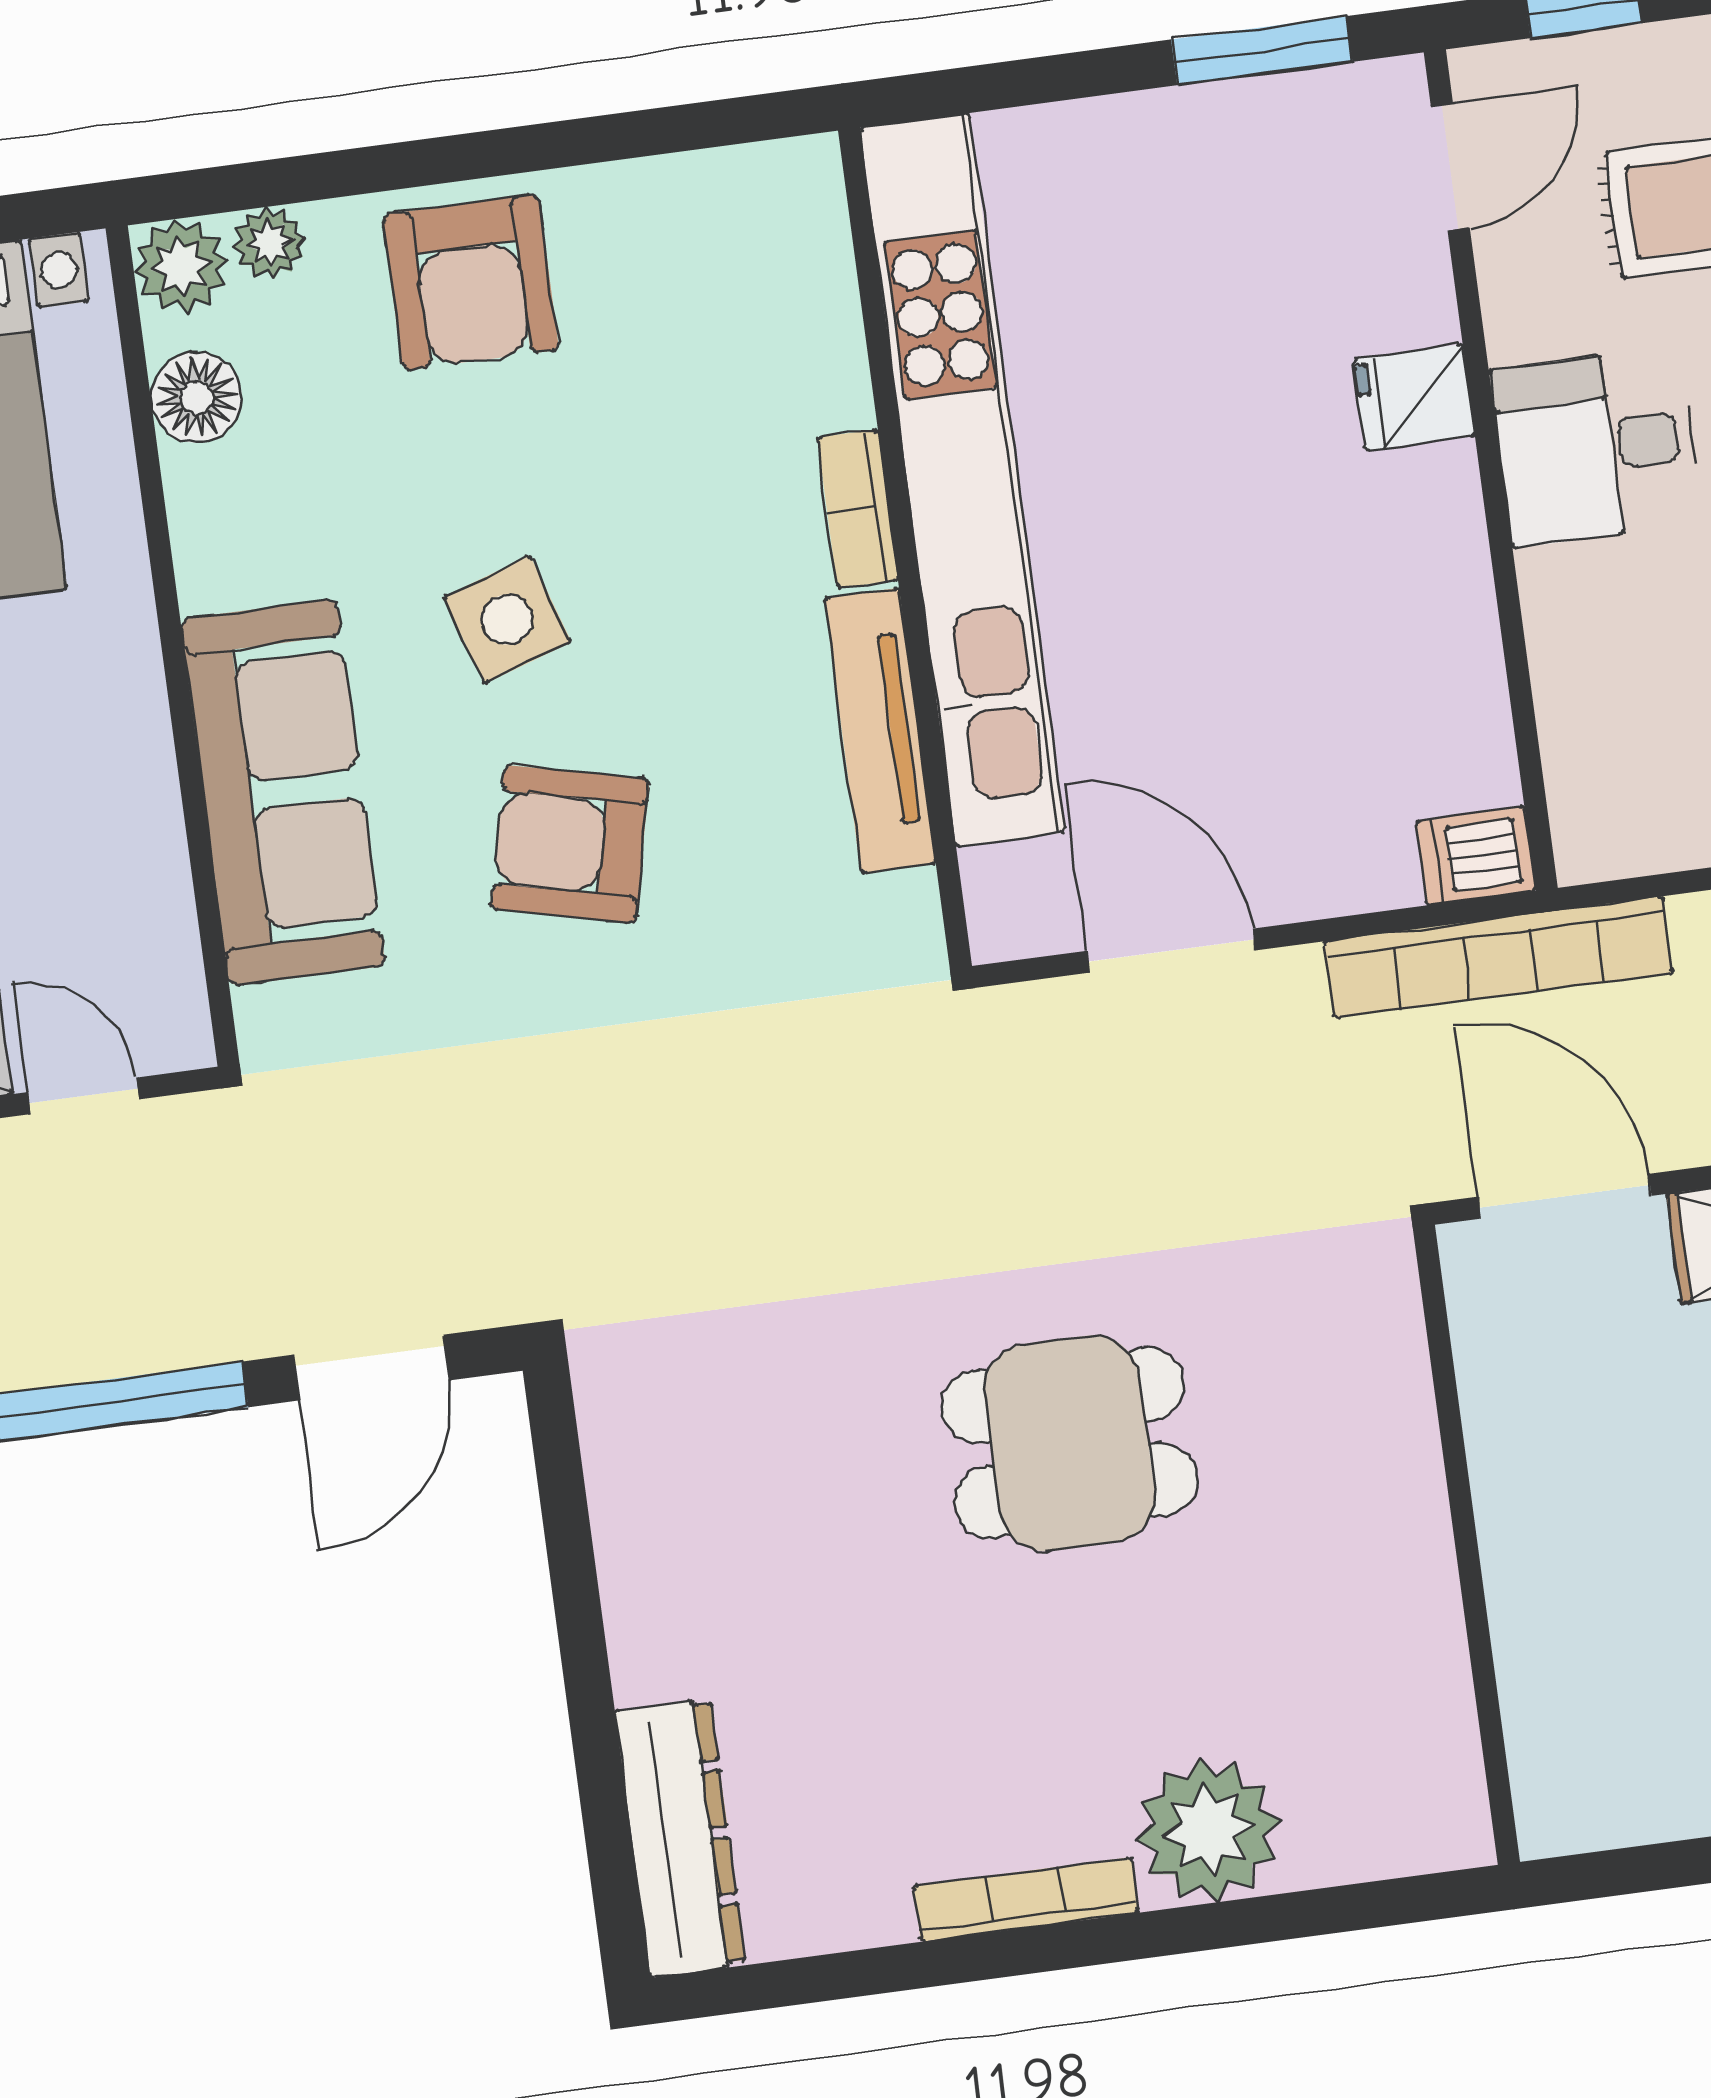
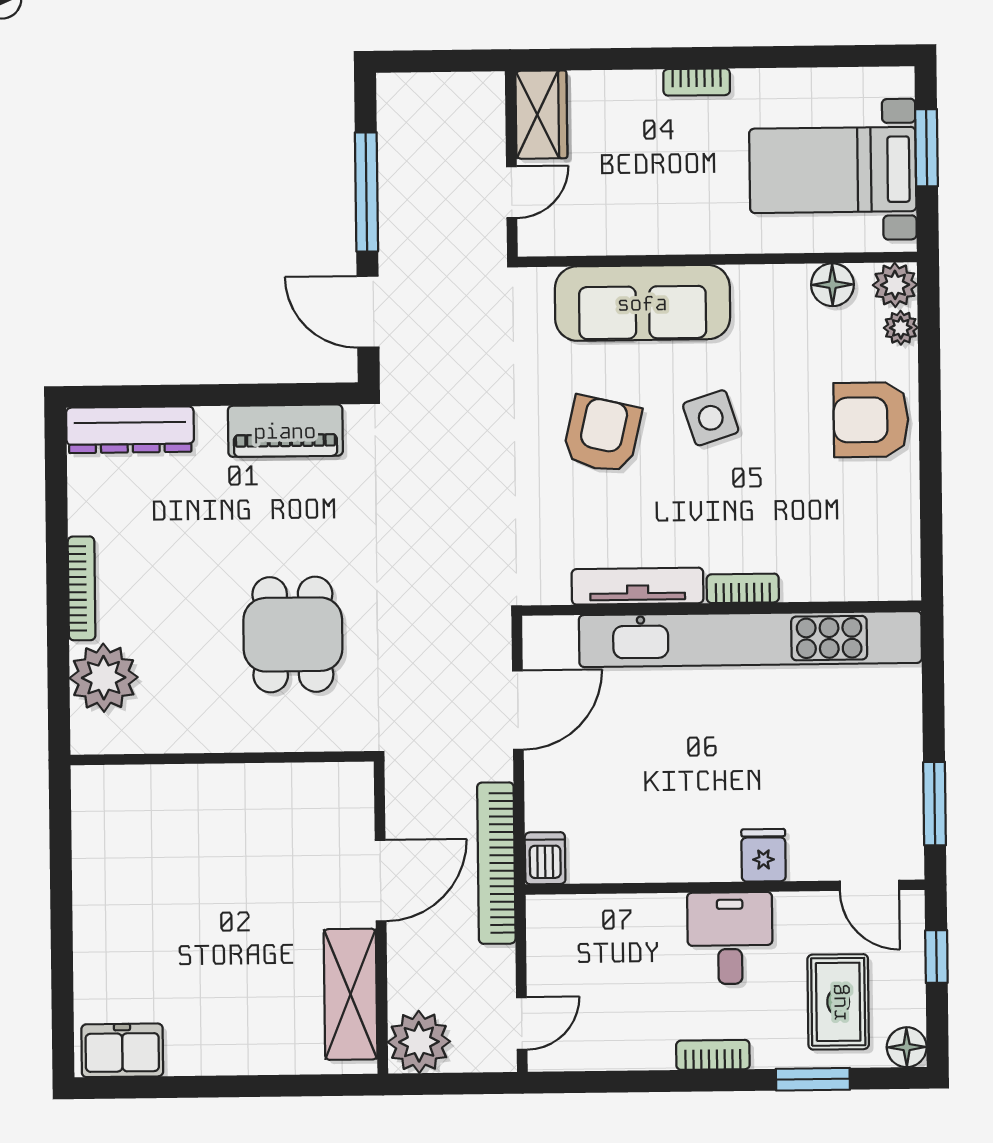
piano: (643, 1511) -> (285, 431), added
wall: (1466, 1545) -> (222, 758), moved

